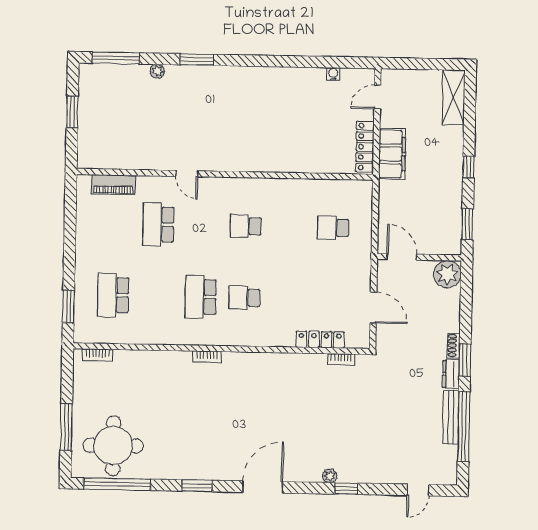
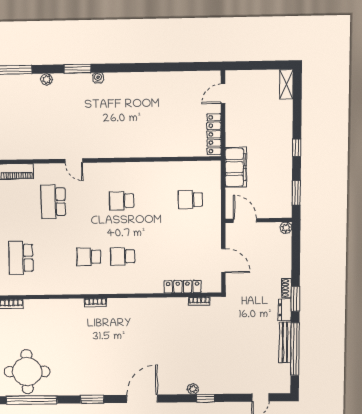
water cooler: (333, 74) -> (98, 78), moved
shelving: (454, 97) -> (286, 84), width x0.67, depth x0.75
filing cabinet: (392, 154) -> (236, 167), moved
plant: (447, 274) -> (286, 228), width x0.53, depth x0.53
school desk: (201, 297) -> (89, 257), width x0.54

